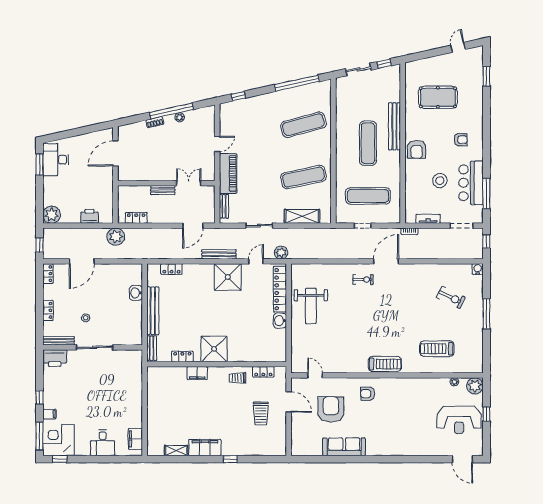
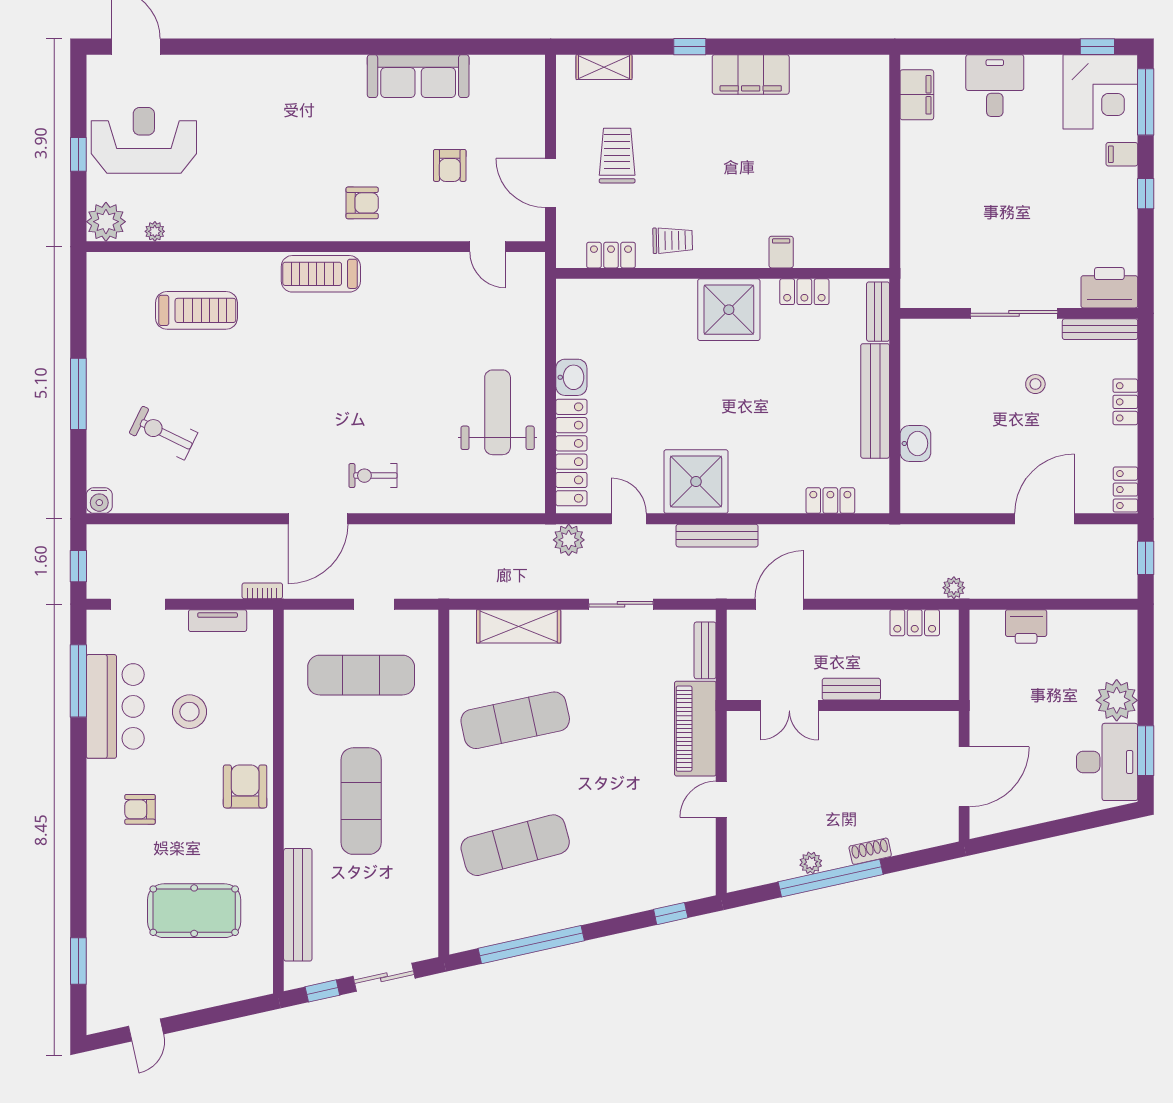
bench: (394, 126) -> (298, 905), moved
plant: (52, 215) -> (1117, 700), moved
plant: (116, 237) -> (954, 588), width x0.53, depth x0.53
door: (256, 261) -> (629, 519), swing flipped
filing cabinet: (197, 373) -> (781, 252), width x0.50
armchair: (331, 409) -> (450, 165), width x0.53, depth x0.53
shelving: (176, 451) -> (604, 67), moved

